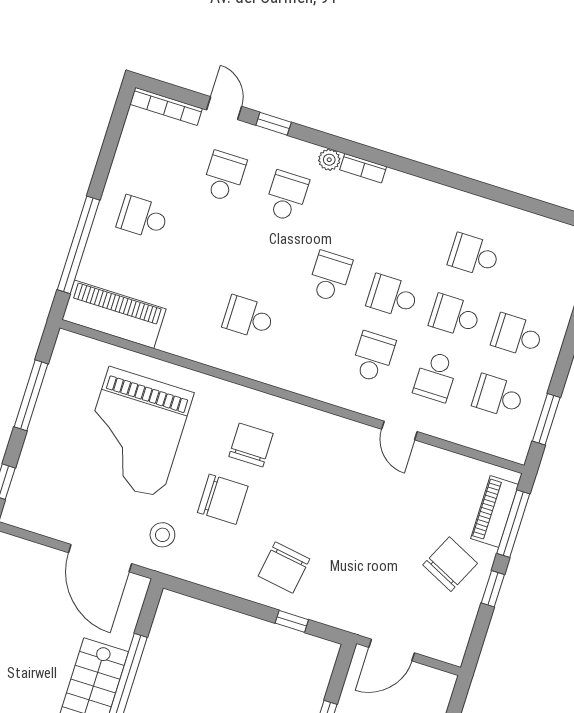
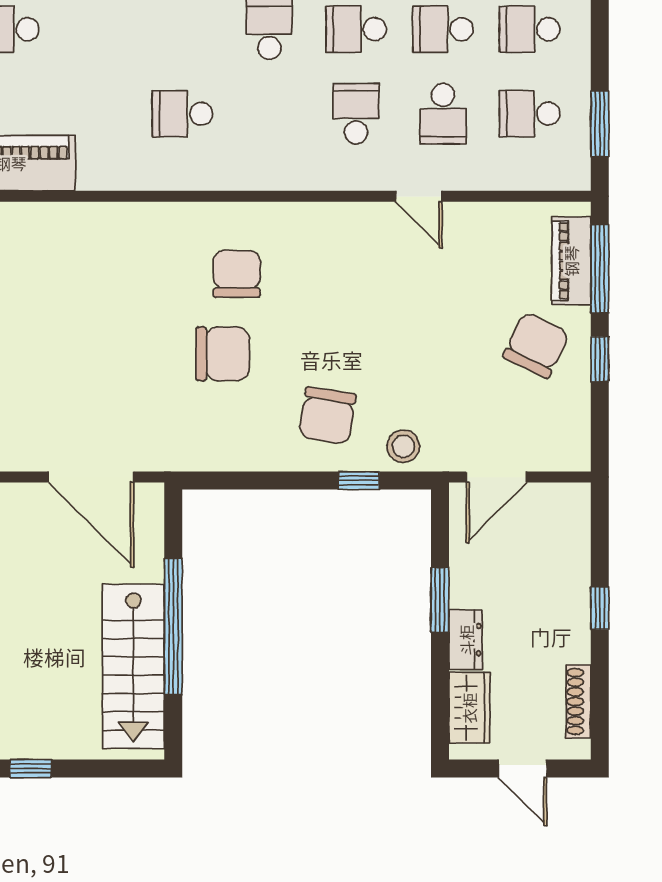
grand piano: (135, 433) -> (85, 304), removed
stool: (162, 535) -> (403, 446), moved

